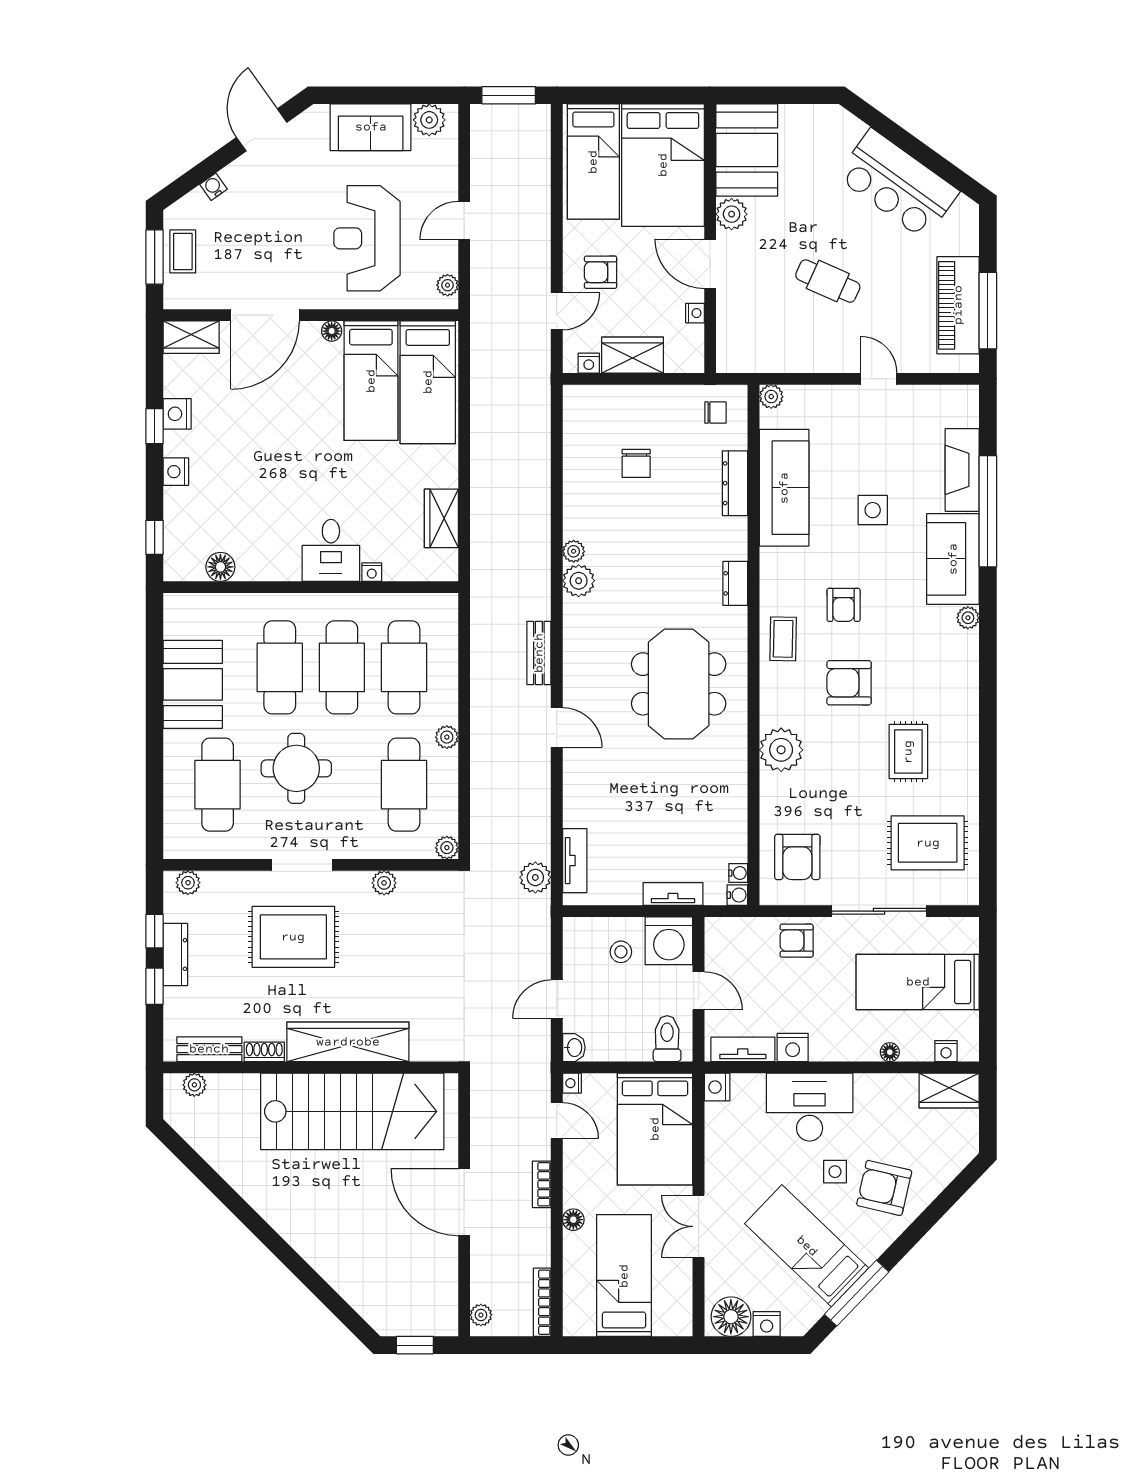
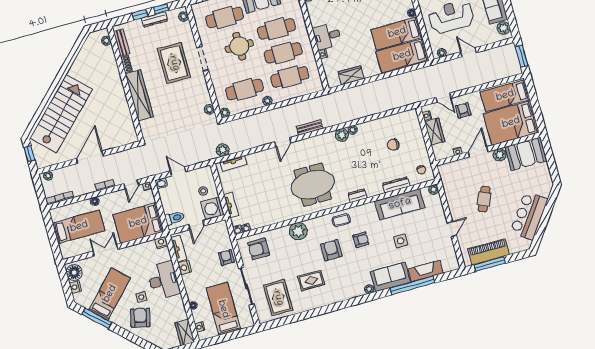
armchair: (844, 605) -> (361, 240), turned 180
plant: (384, 883) -> (209, 109), moved
stairs: (352, 1111) -> (61, 114), moved, turned -135

